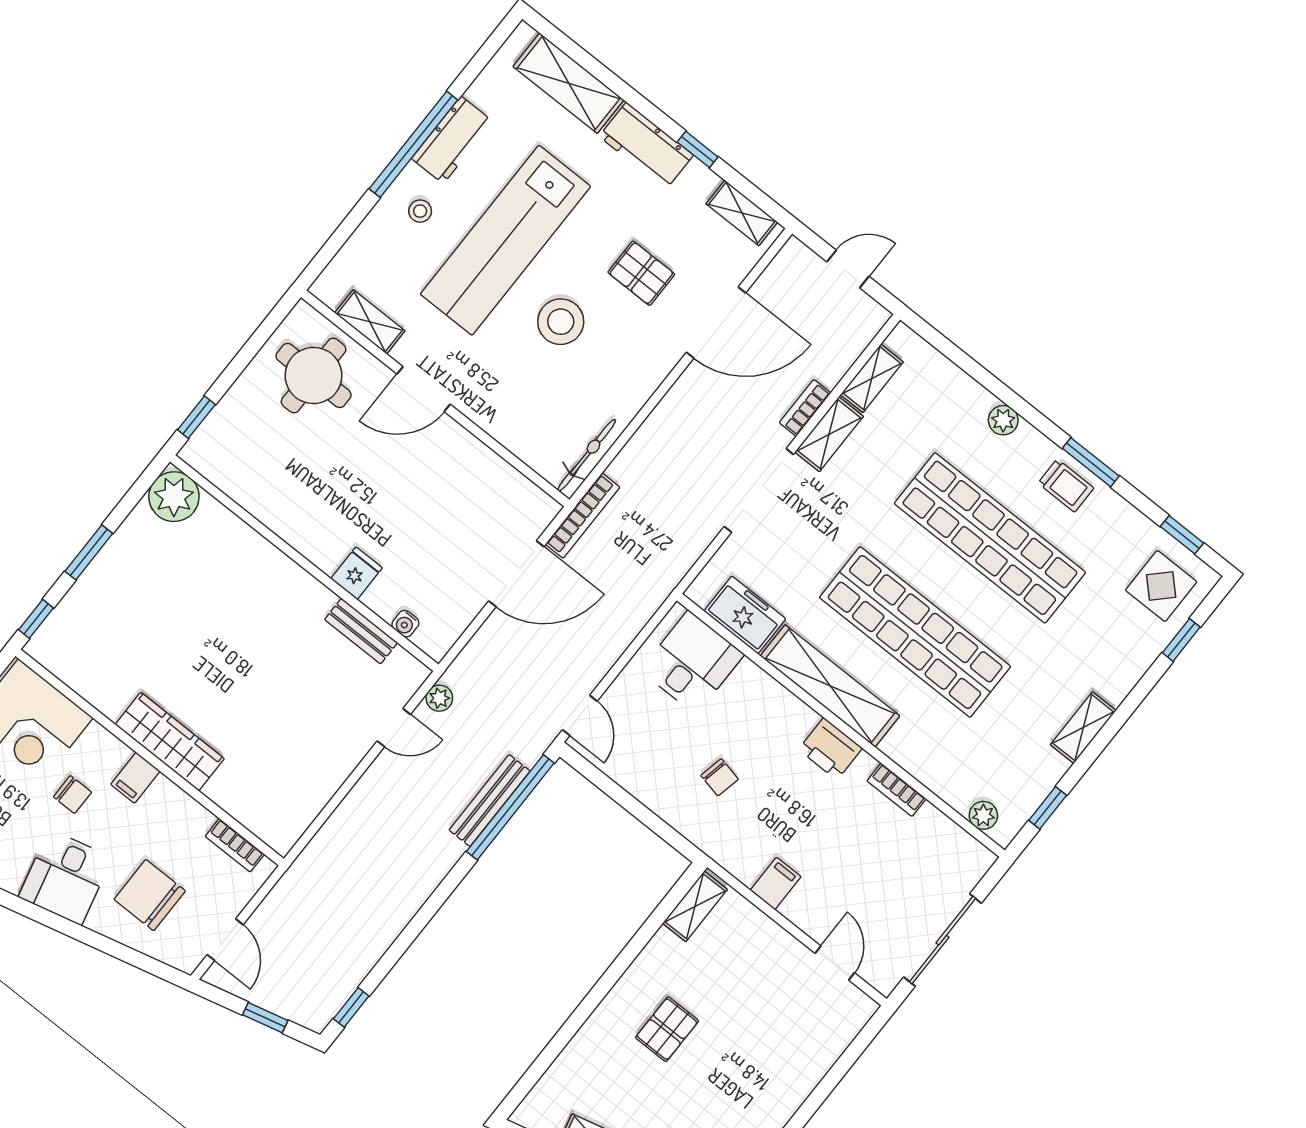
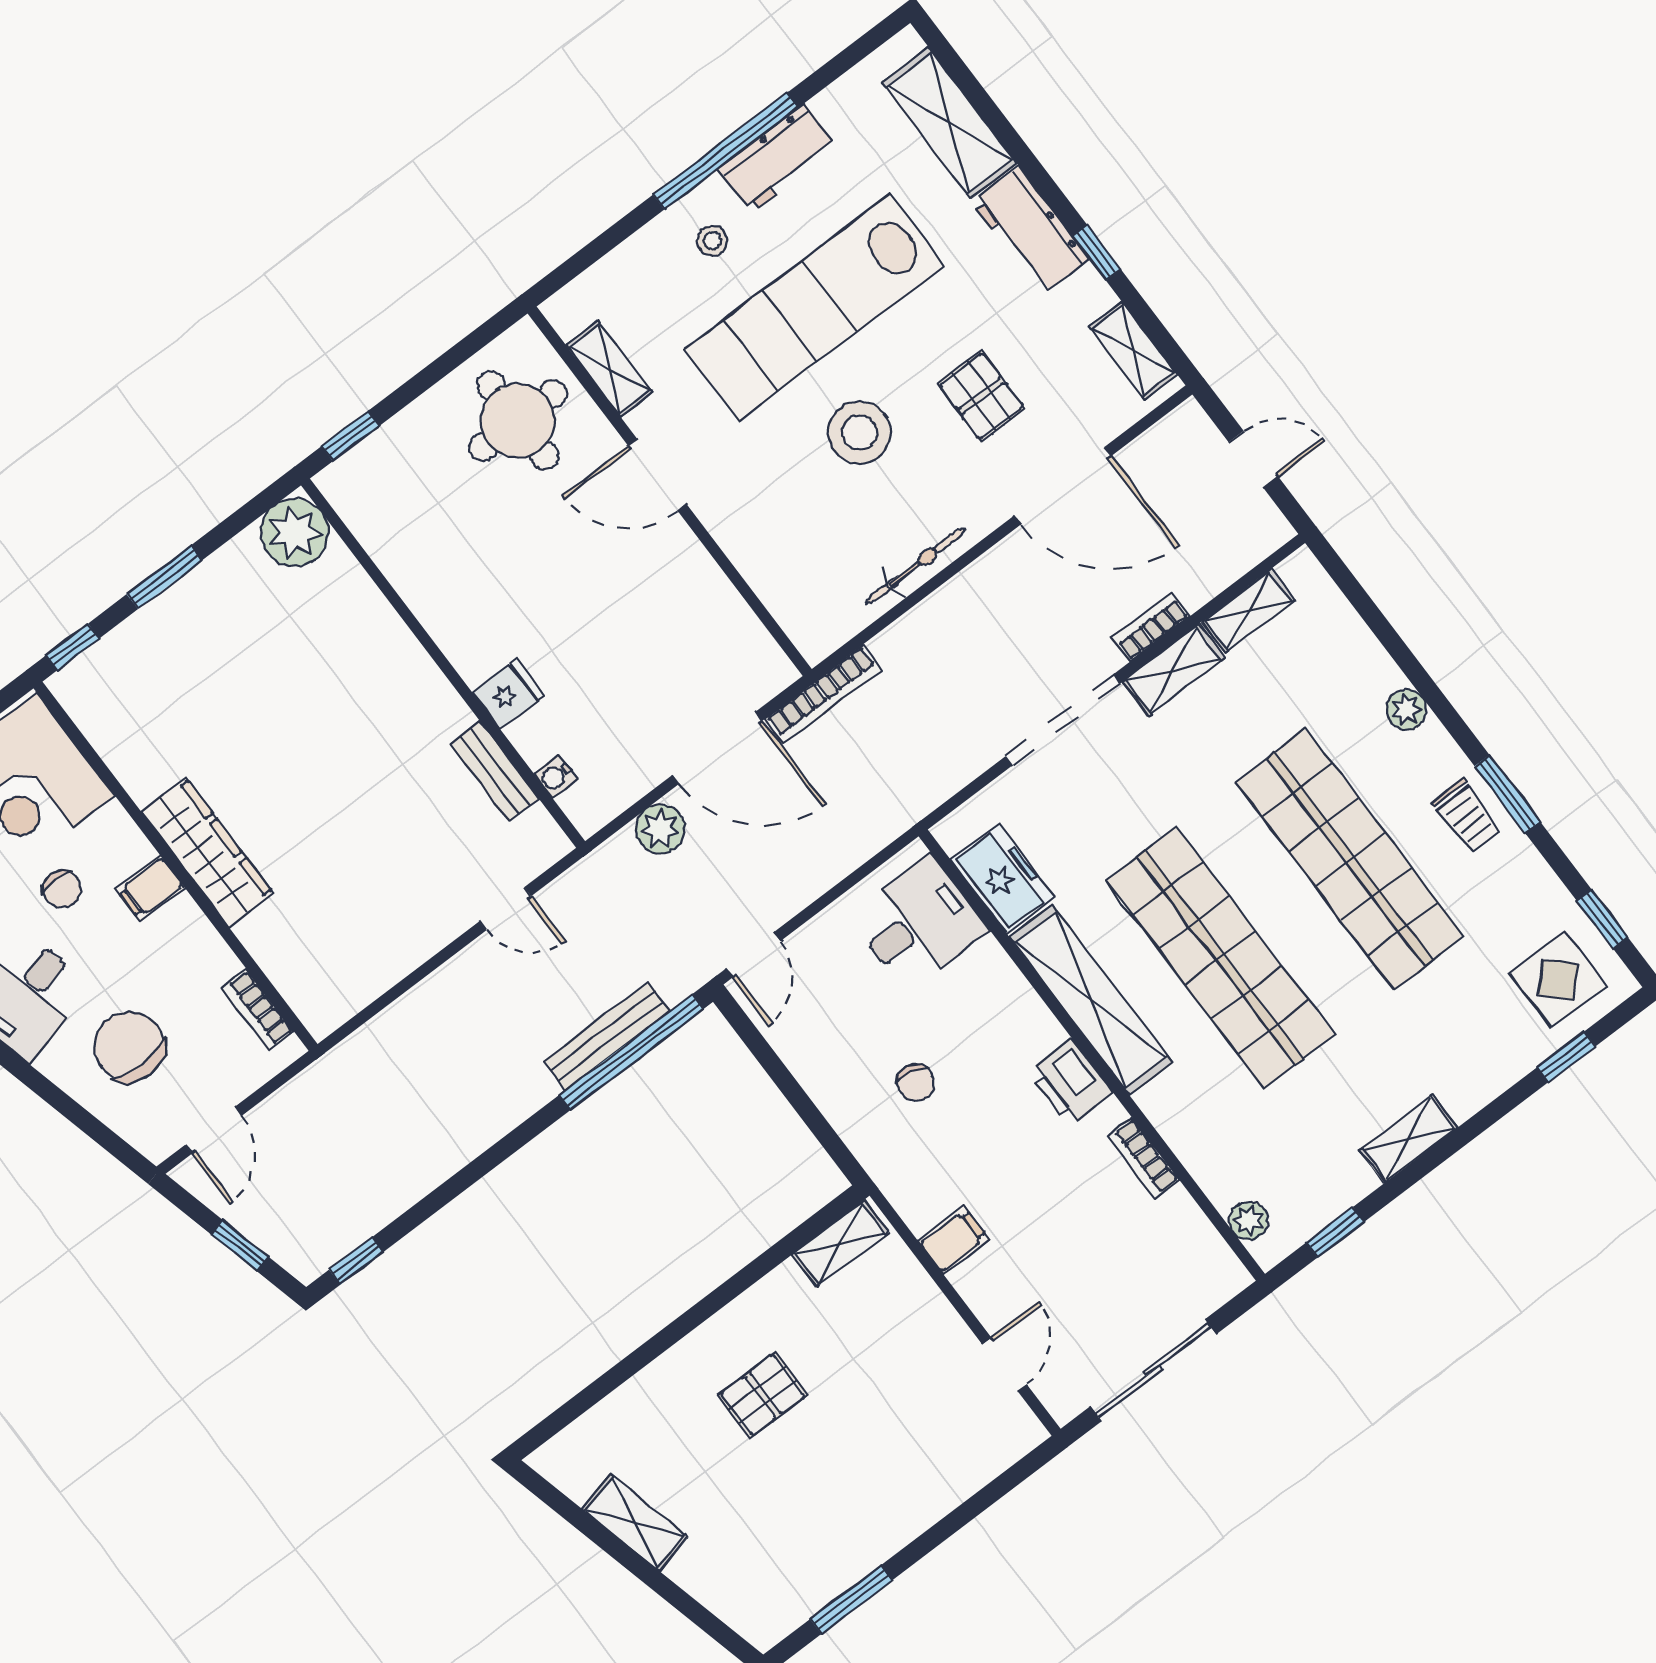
bicycle: (587, 455) -> (915, 566), moved
plant: (439, 698) -> (660, 829), moved, width x1.38, depth x1.38

